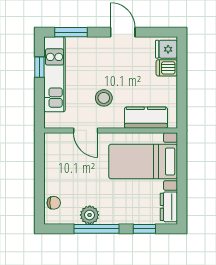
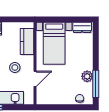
window: (96, 229) -> (96, 84), moved
window: (144, 229) -> (96, 42), removed

